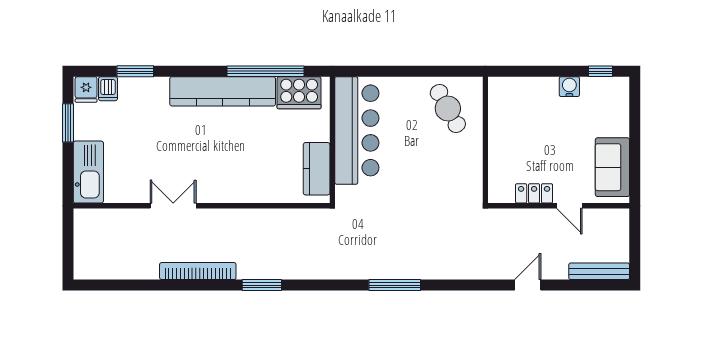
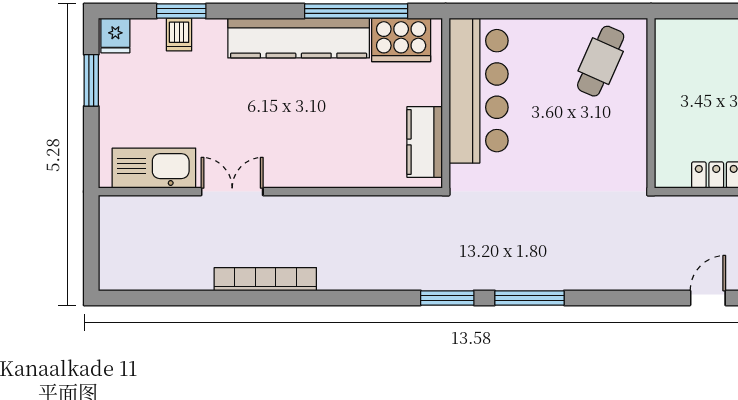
dishwasher: (108, 89) -> (179, 35), moved
cafe table: (448, 108) -> (601, 61), turned 53
kitchen sink: (88, 172) -> (154, 168), moved, turned -90
window: (262, 285) -> (447, 298), moved

